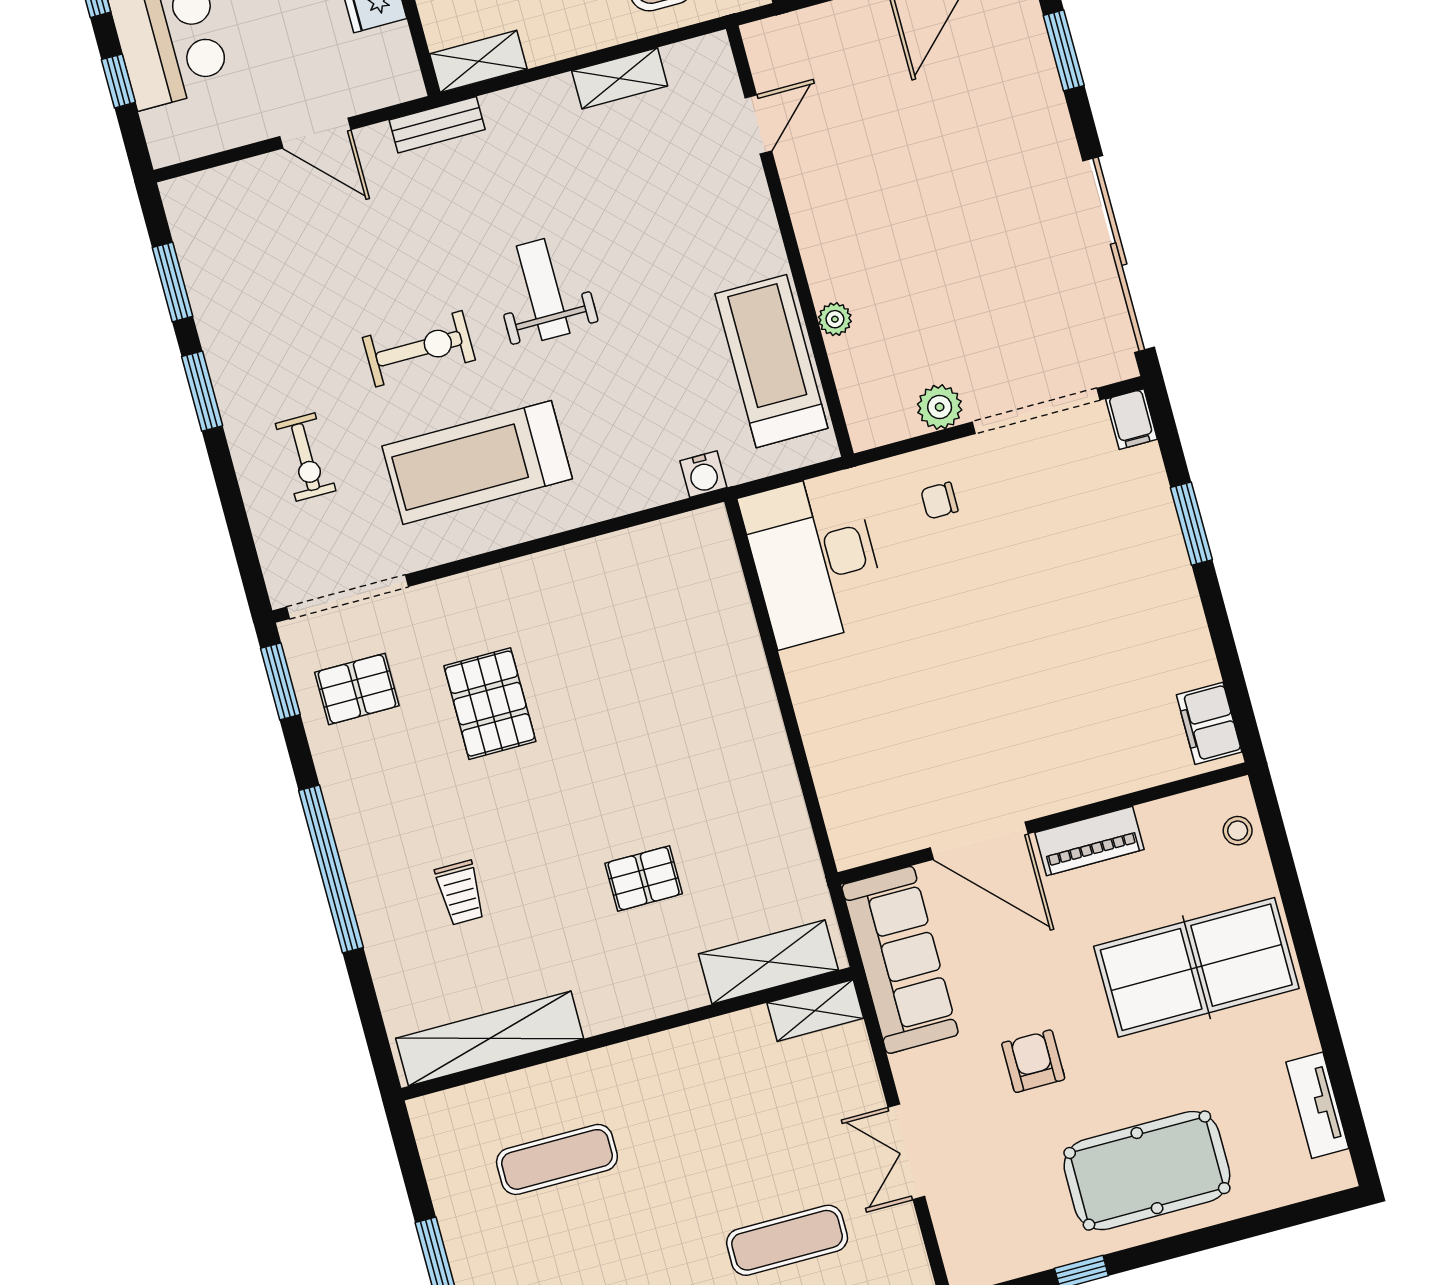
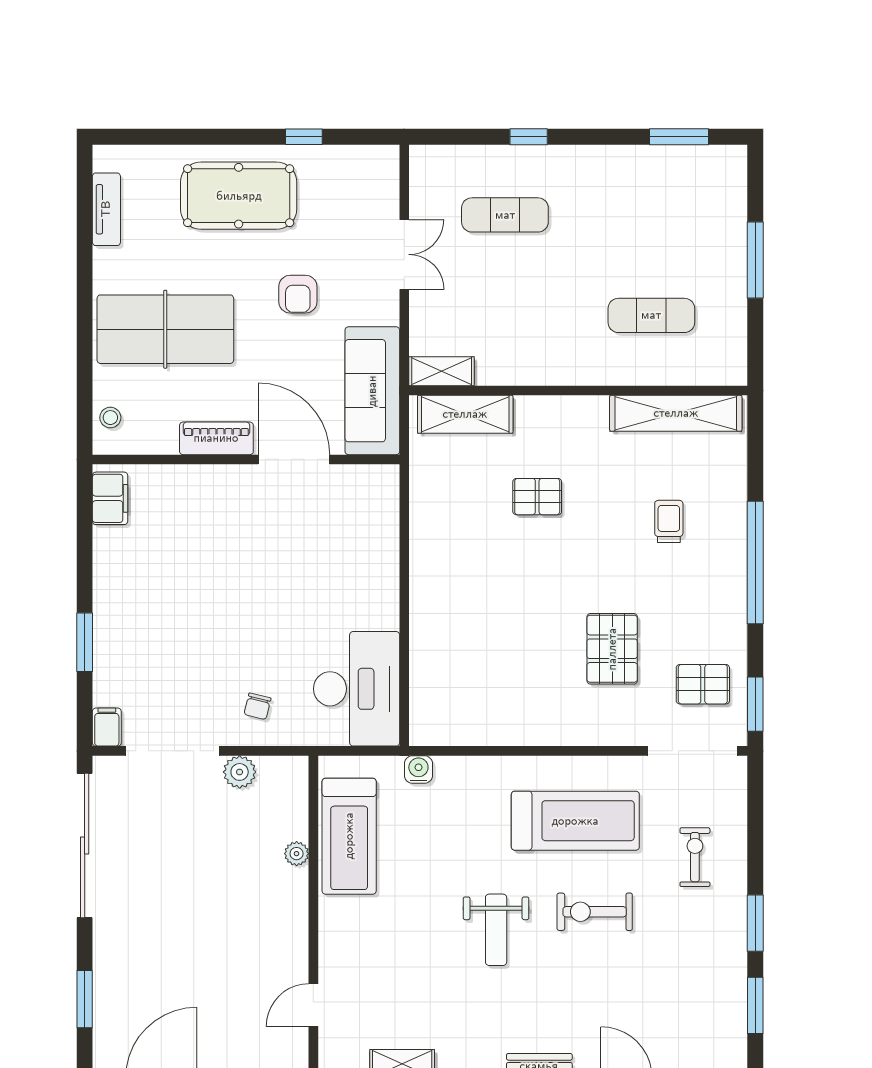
chair: (939, 501) -> (257, 706), turned 104

